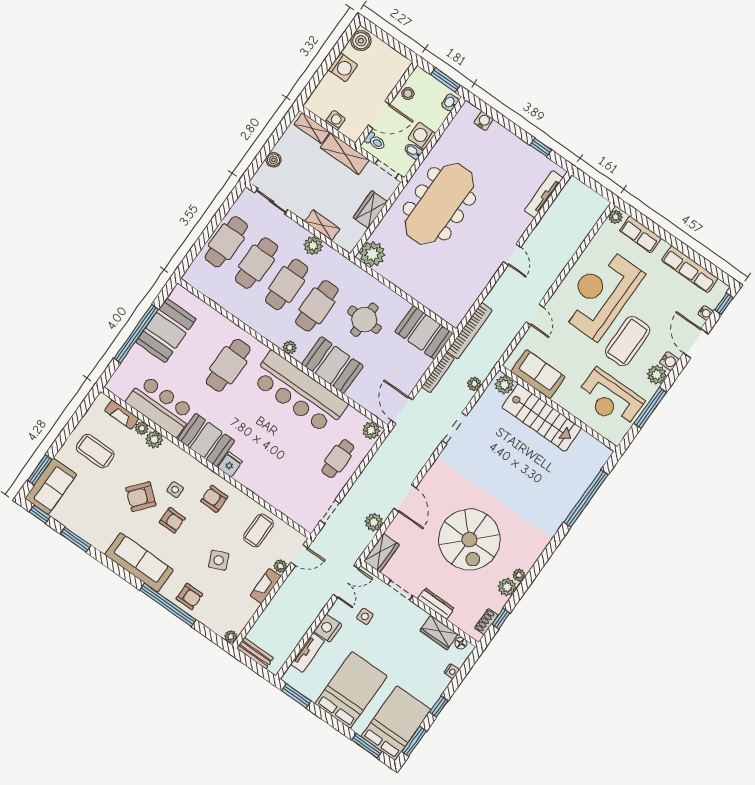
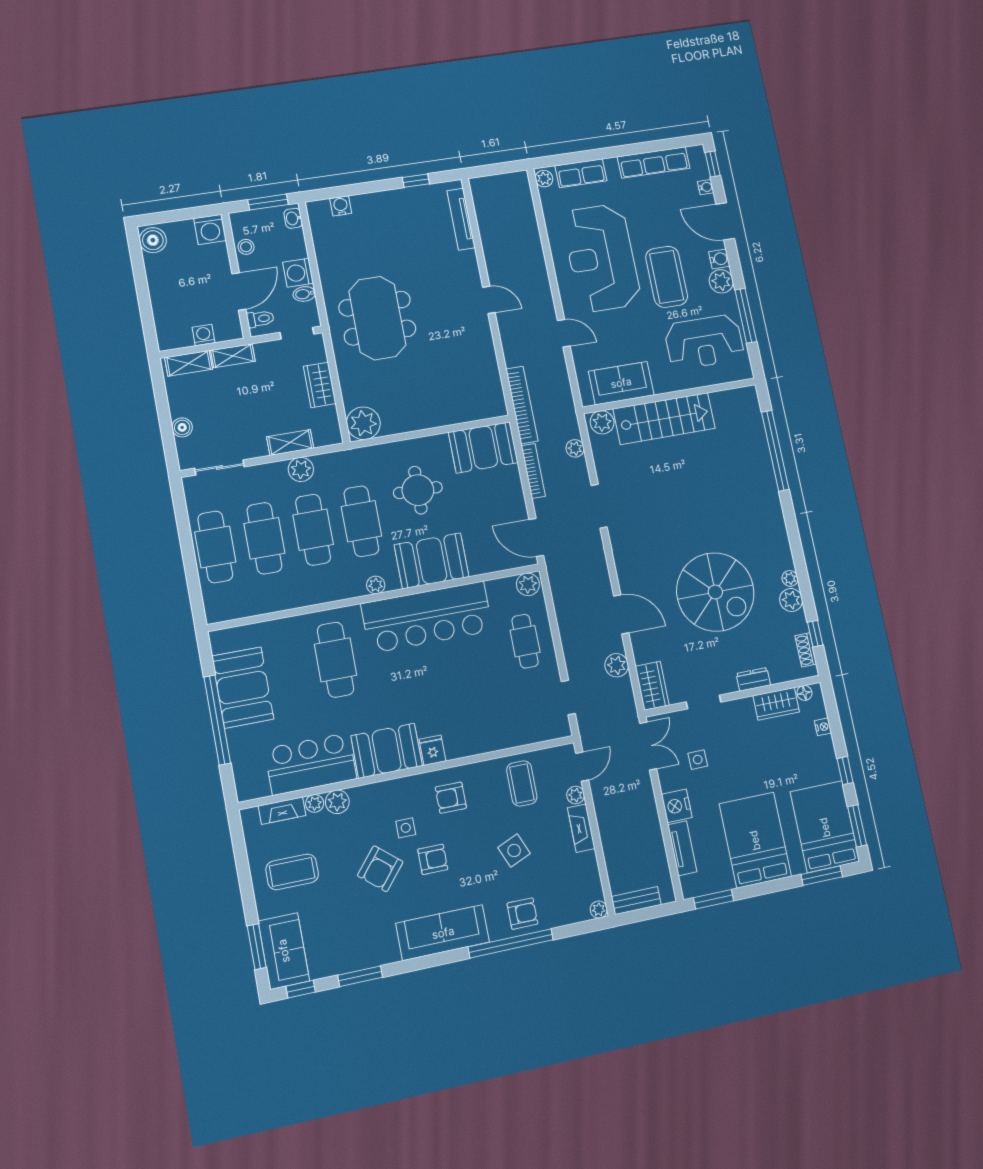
washing machine: (343, 67) -> (210, 229), moved, turned 90
shelving: (345, 154) -> (233, 356), width x0.67, depth x0.75
meeting table: (439, 204) -> (377, 318), width x0.73
dresser: (436, 604) -> (753, 679), width x0.70

